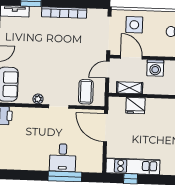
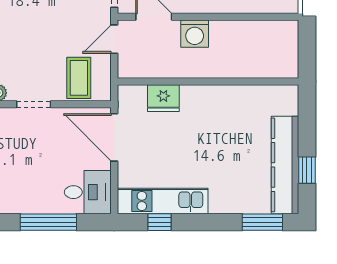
shelving: (130, 88) -> (152, 69), removed
desk: (63, 158) -> (88, 192), moved, turned -90

